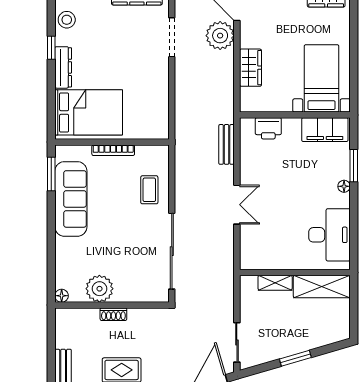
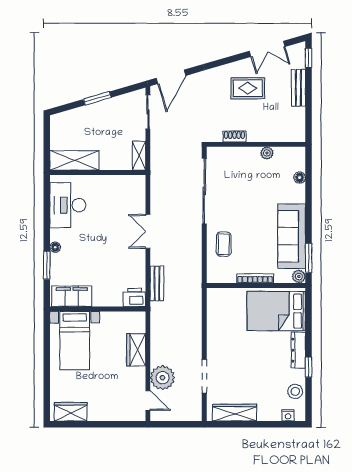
printer: (268, 128) -> (134, 297), moved
plant: (63, 153) -> (299, 276), added
shelving: (275, 283) -> (139, 156), moved, turned 90
plant: (99, 289) -> (267, 153), width x0.53, depth x0.53
floor lamp: (62, 296) -> (300, 178), moved
shoe rack: (113, 314) -> (234, 136), moved

